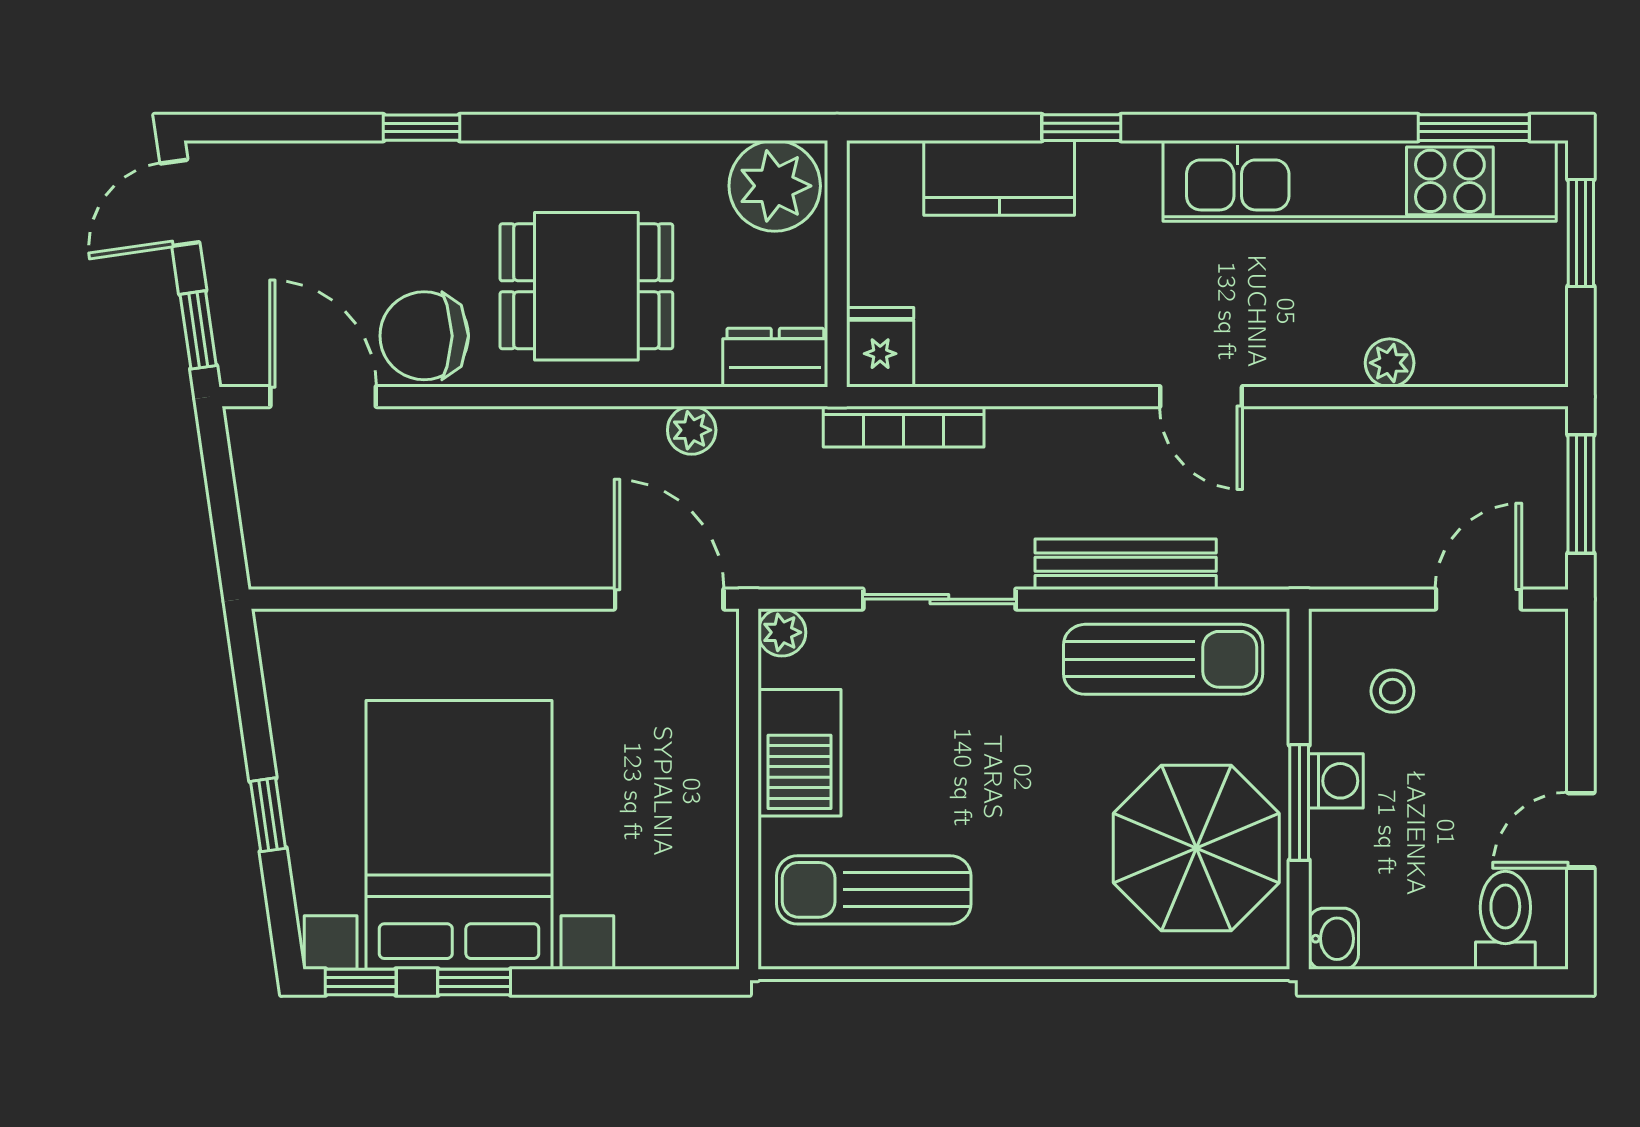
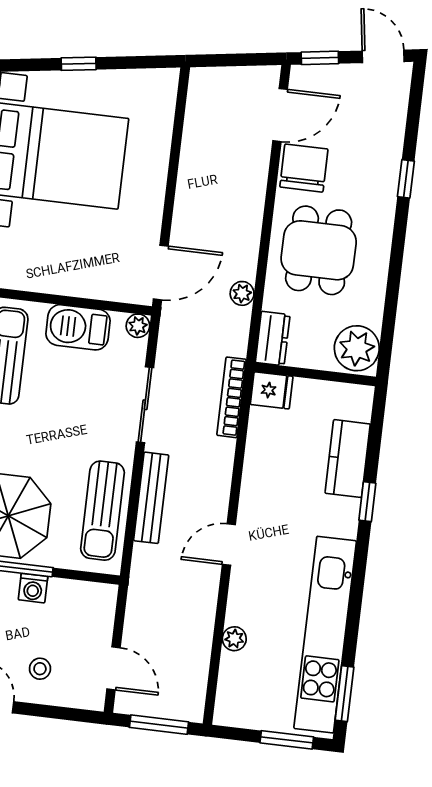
stool: (1392, 691) -> (40, 669), moved

